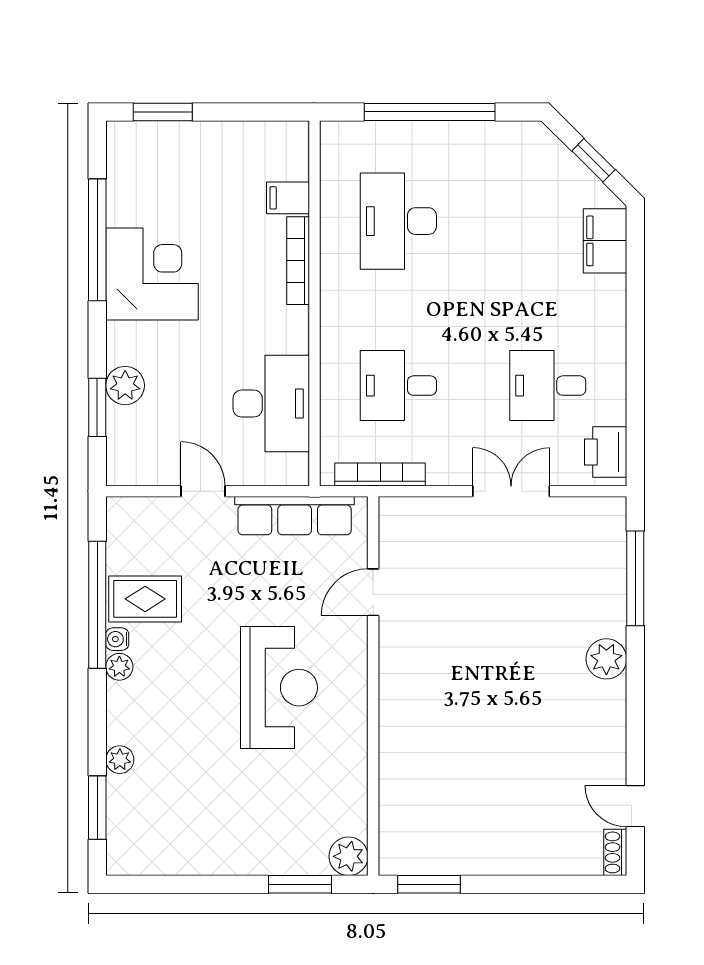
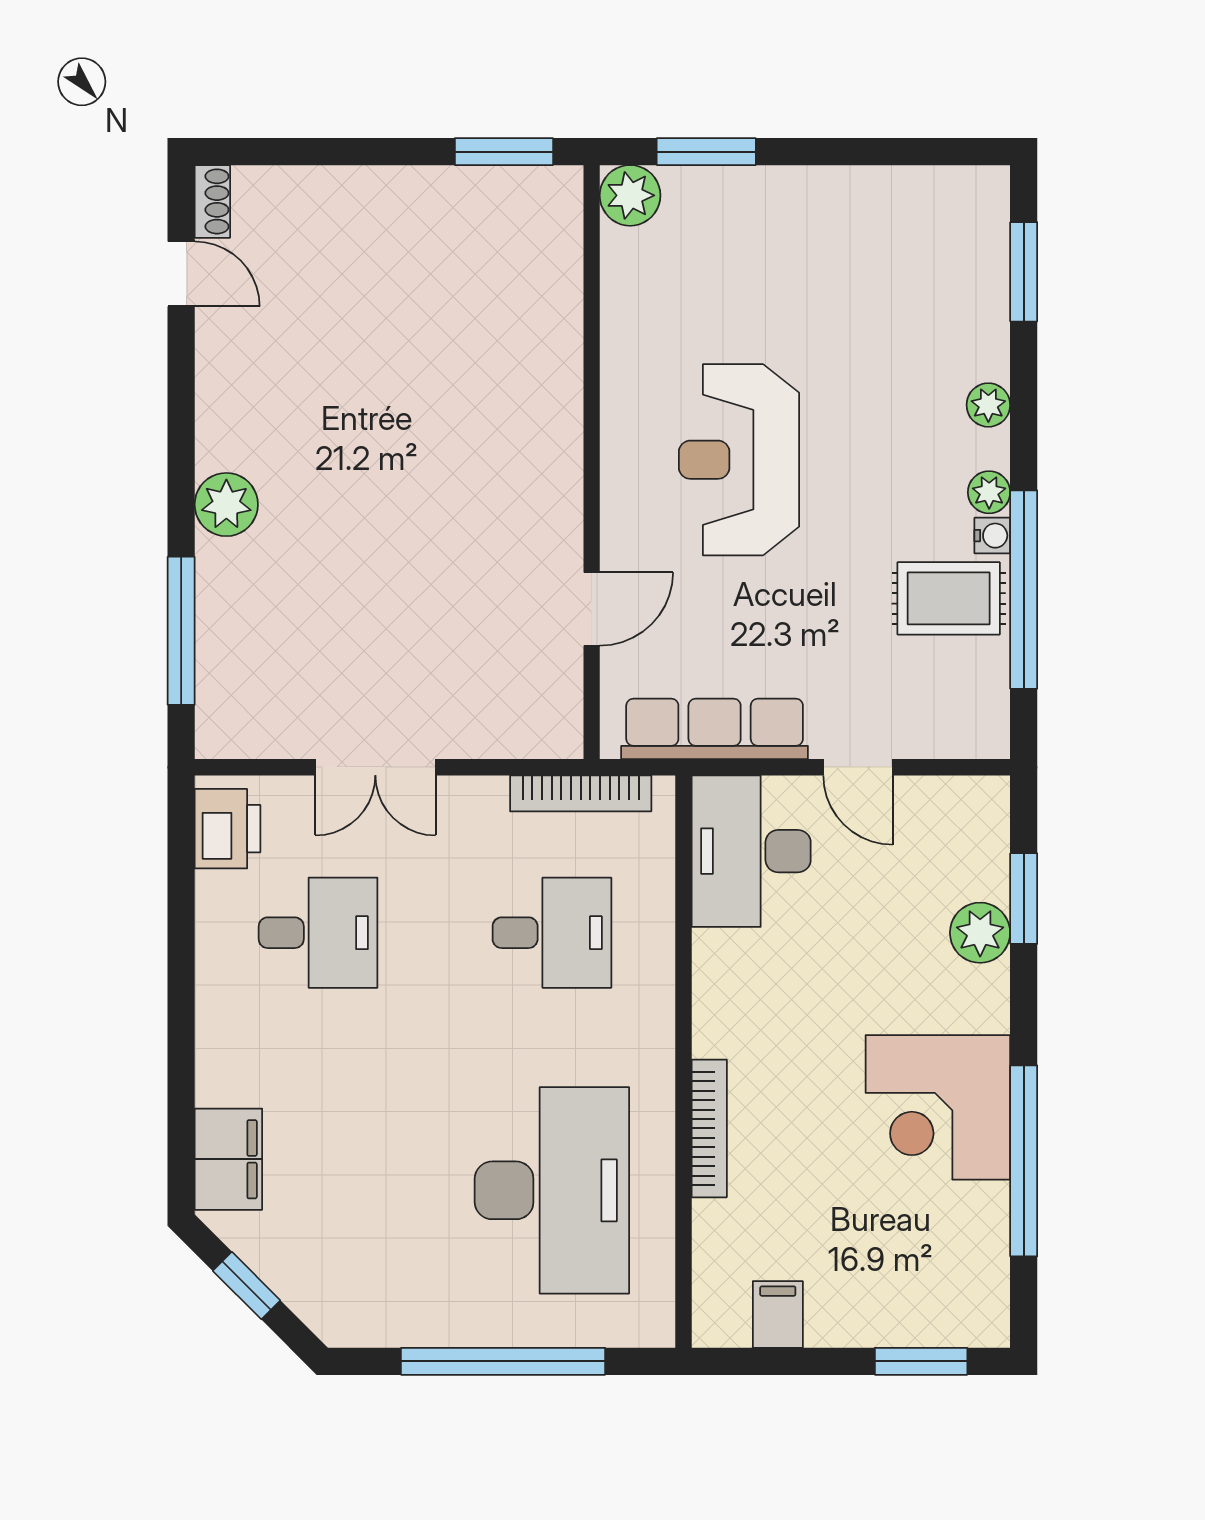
filing cabinet: (288, 198) -> (778, 1314), moved, turned -90
desk: (398, 221) -> (552, 1190), width x1.36, depth x1.30
desk: (271, 404) -> (751, 851), moved
plant: (120, 760) -> (988, 405), moved

